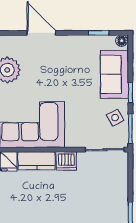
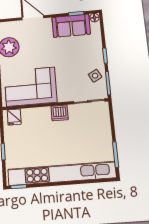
sofa: (114, 74) -> (71, 26), moved, turned -90
kitchen counter: (37, 161) -> (36, 115), removed

